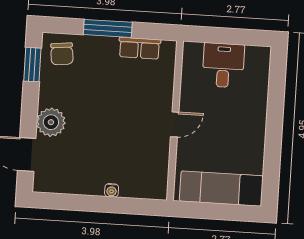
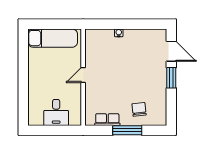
chair: (62, 54) -> (139, 109), moved
window: (32, 65) -> (171, 78), moved
plant: (51, 122) -> (158, 72), removed

